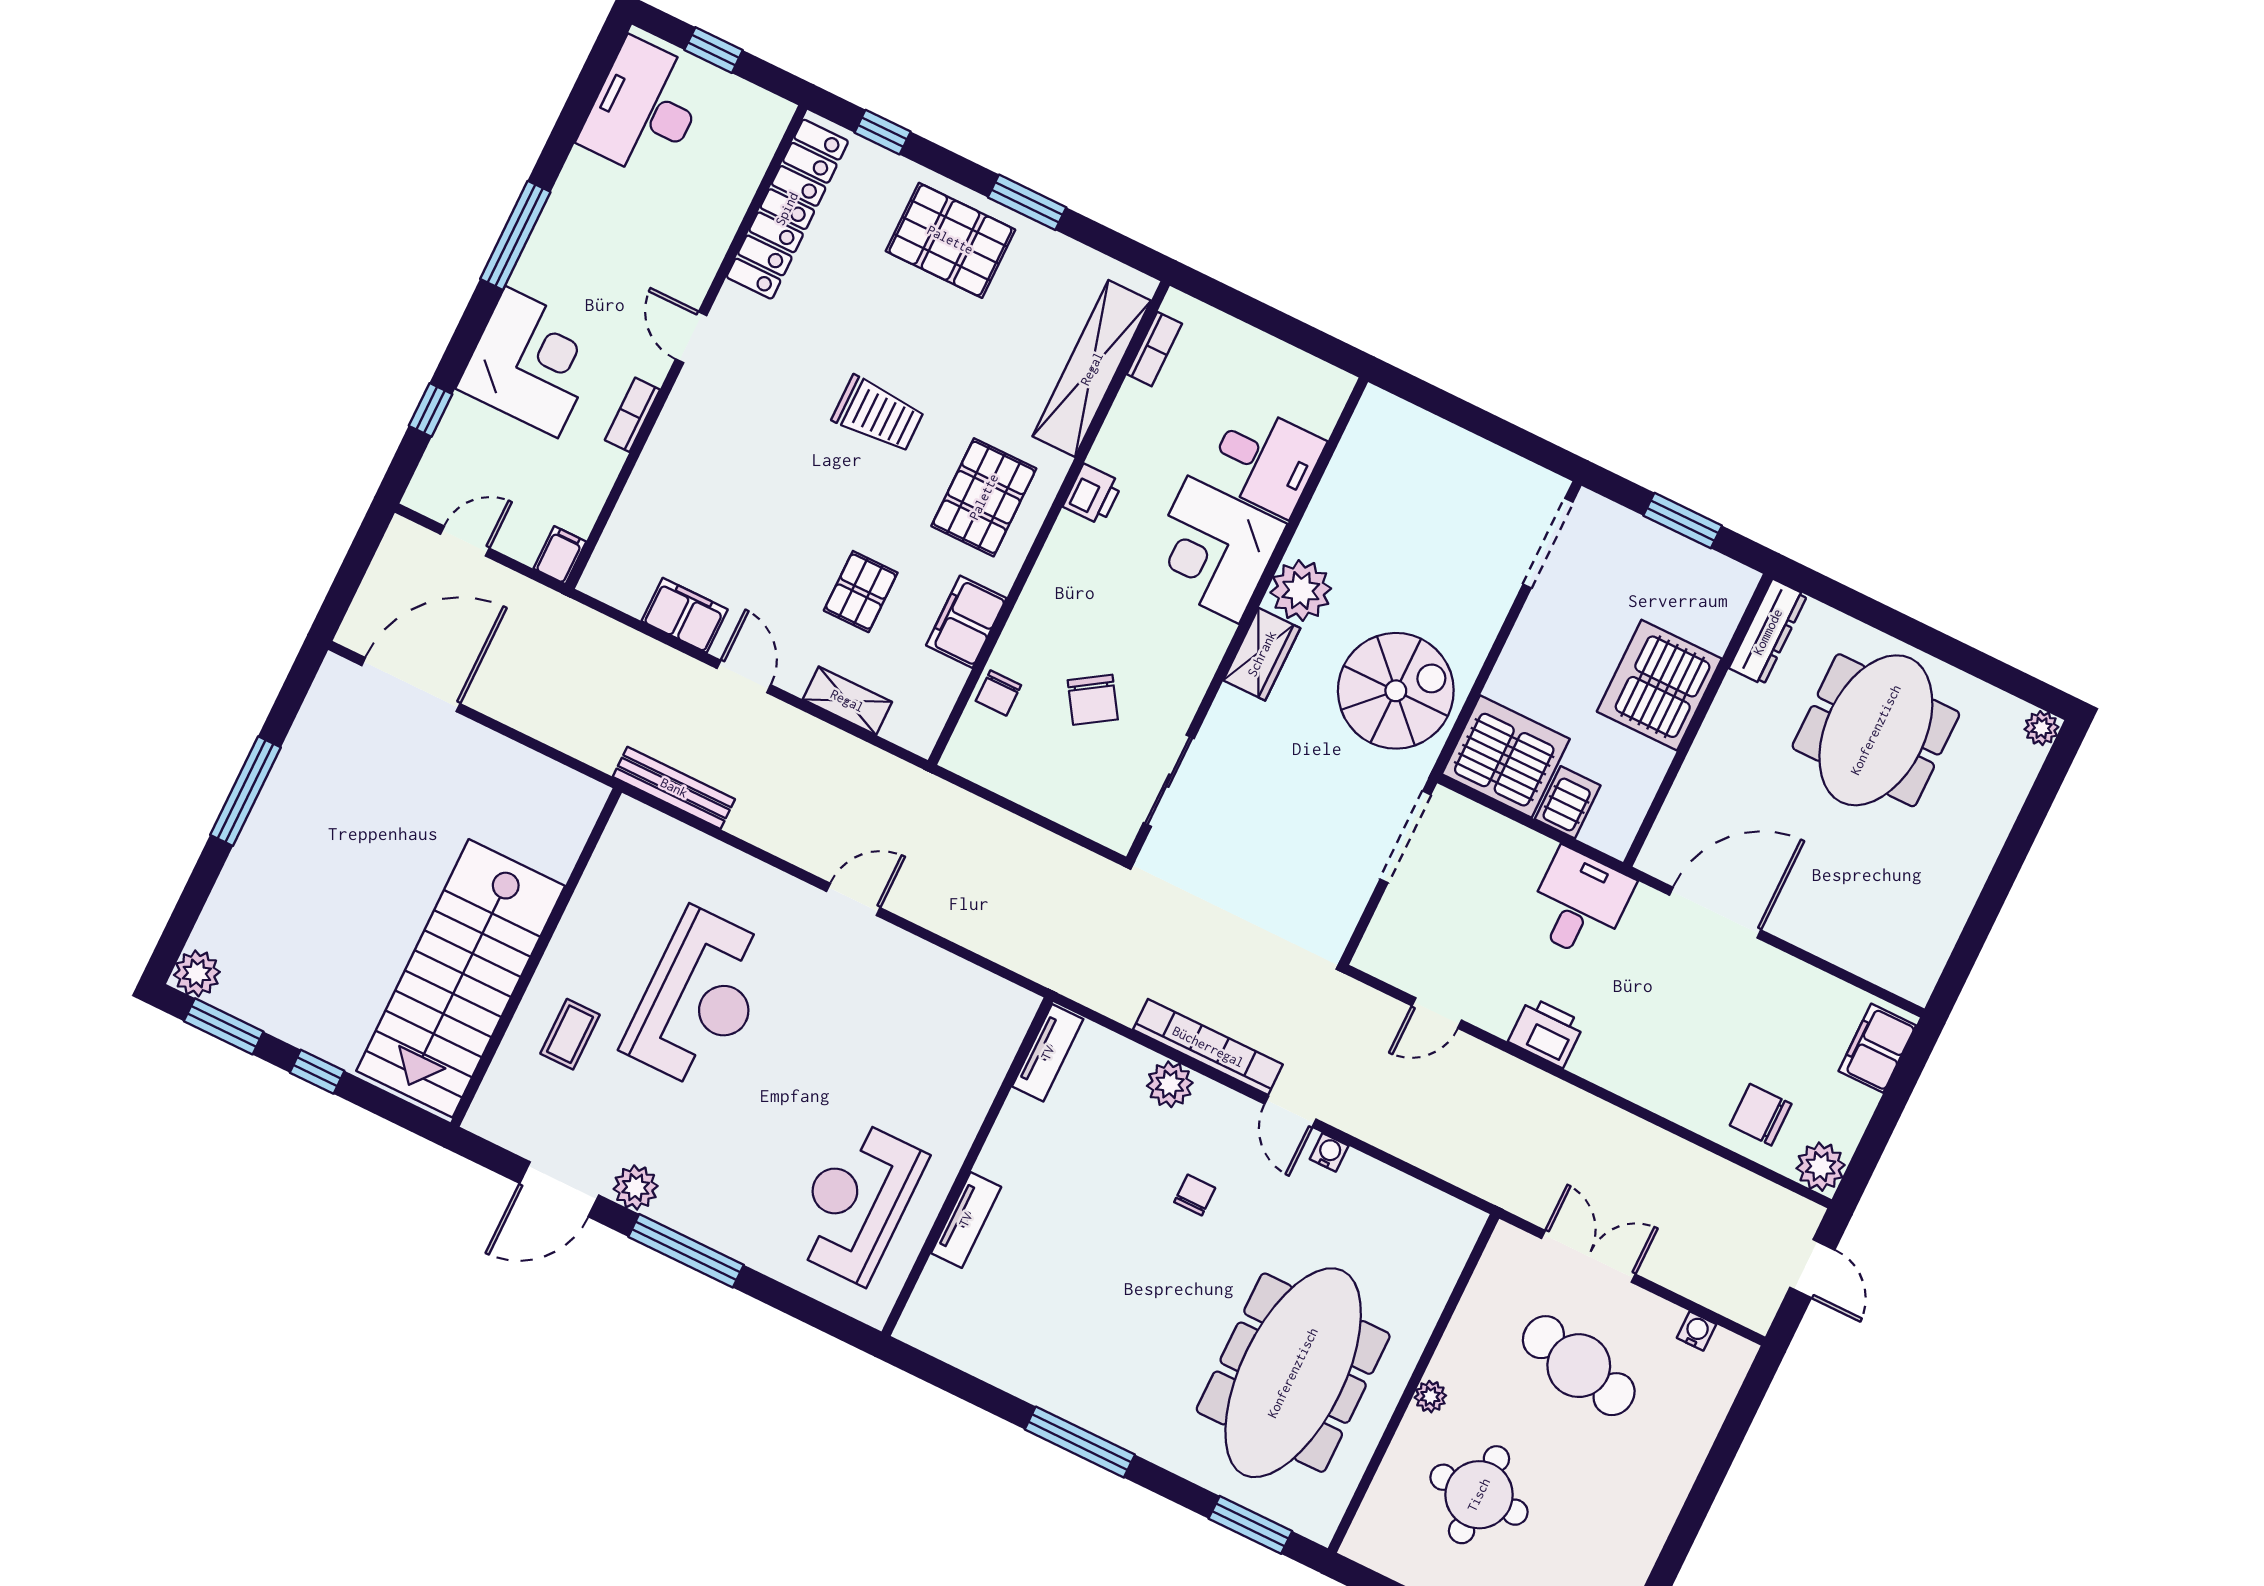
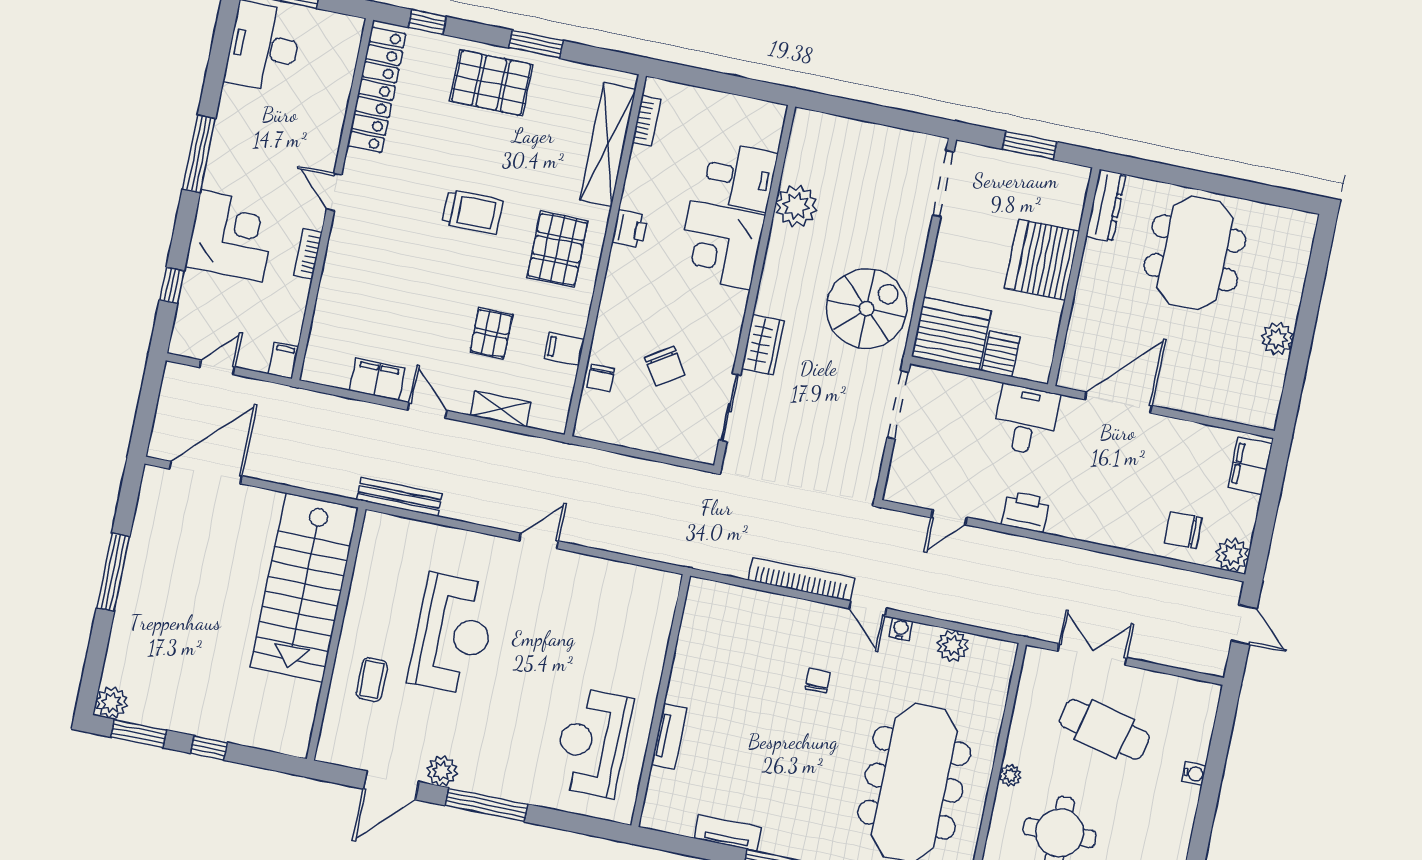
plant: (1301, 591) -> (796, 206), moved
filing cabinet: (966, 622) -> (564, 349), width x0.50
wardrobe: (1262, 654) -> (763, 345), moved
plant: (2041, 728) -> (1277, 339), moved, width x1.38, depth x1.38
stairs: (461, 978) -> (304, 587), moved
tv unit: (1048, 1053) -> (728, 833), moved, turned -90
plant: (1170, 1084) -> (953, 646), moved
water cooler: (1697, 1331) -> (1194, 774), moved, turned 90

